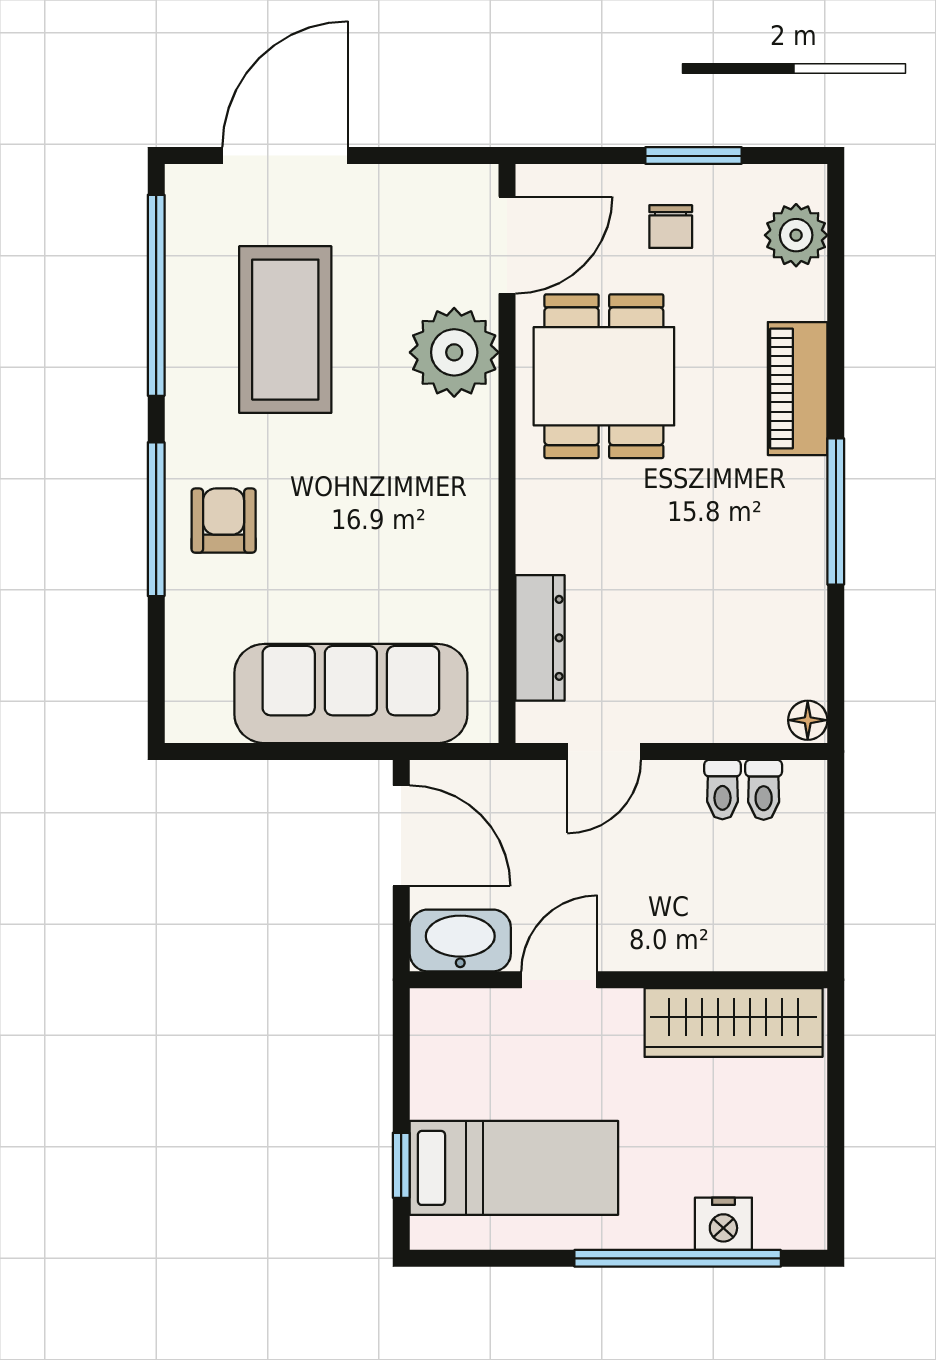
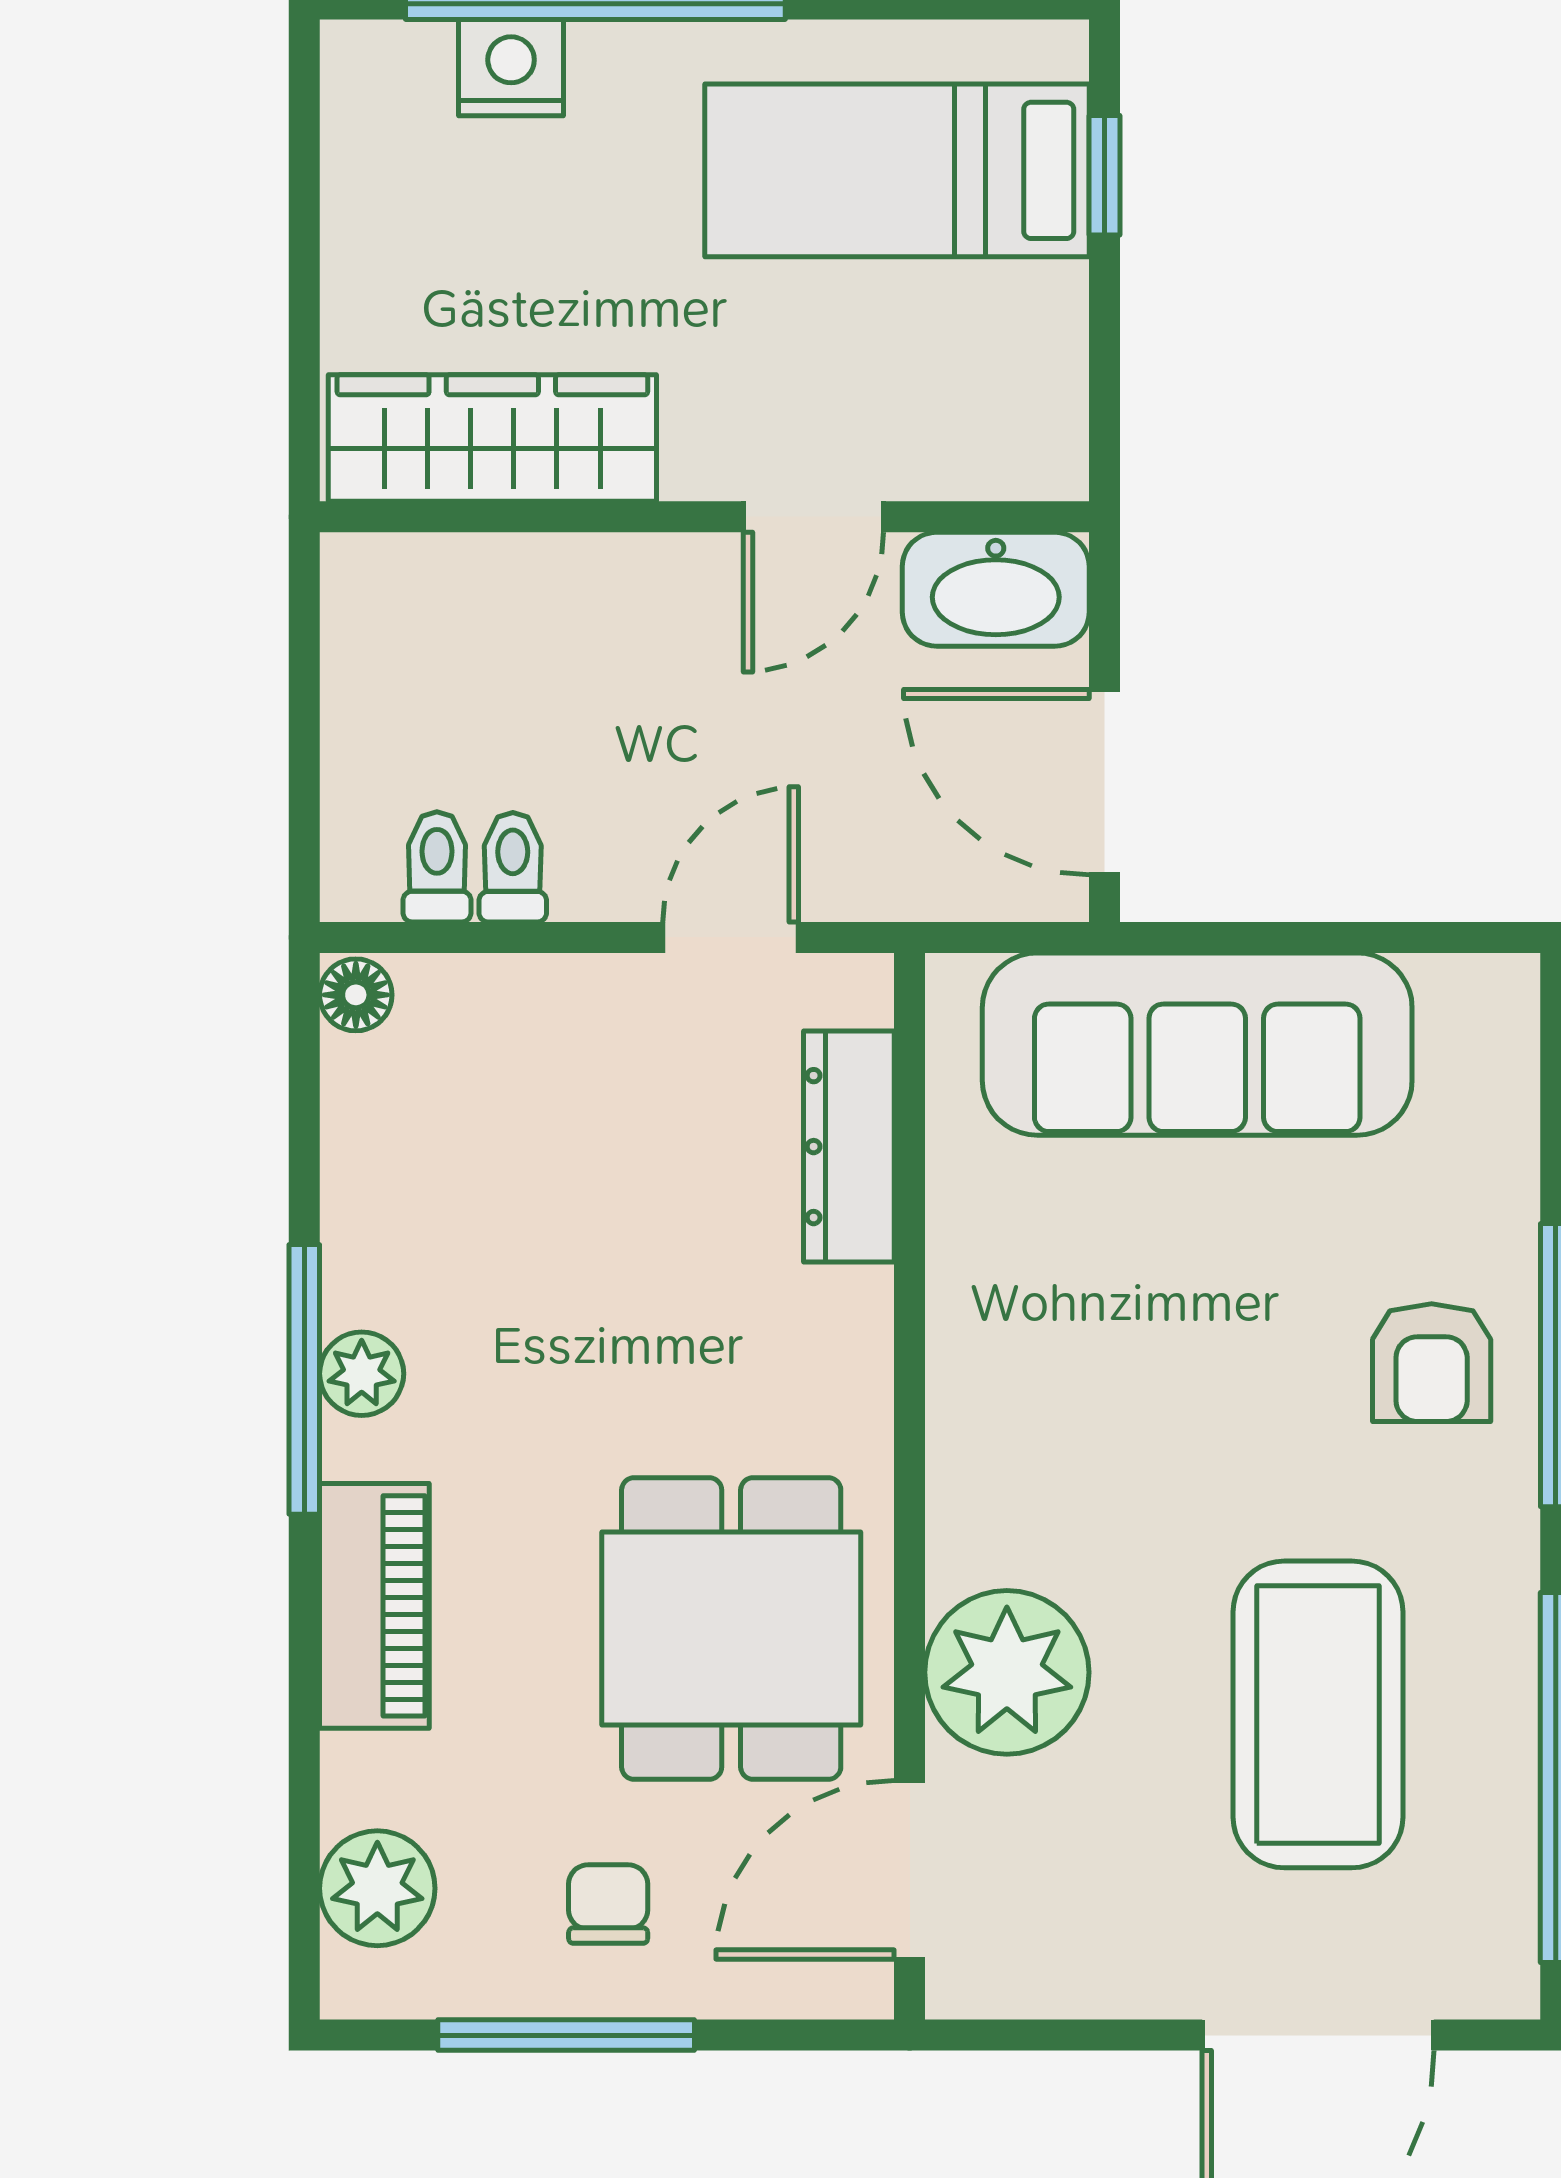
window: (694, 156) -> (566, 2035), width x1.44
plant: (805, 515) -> (362, 1374), added

